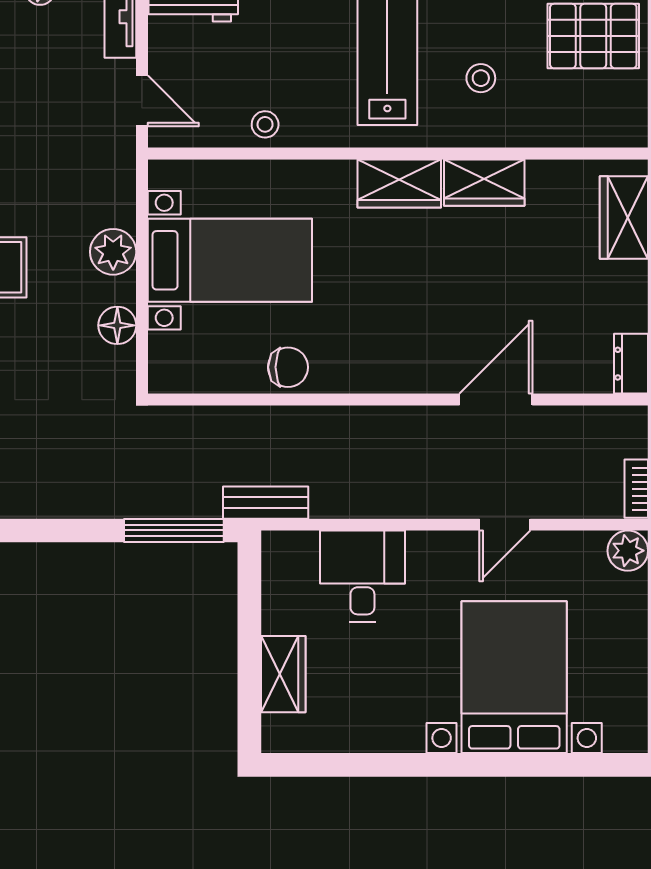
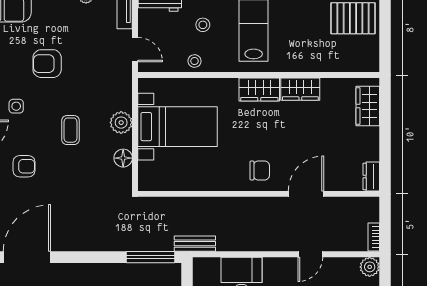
stool: (481, 78) -> (203, 25), moved
chair: (288, 367) -> (260, 171), moved

